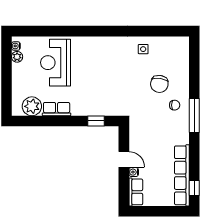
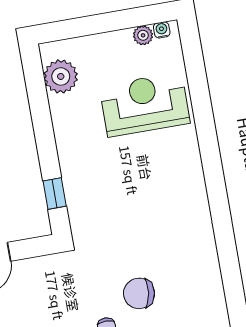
side table: (143, 49) -> (195, 254), removed
row of seats: (57, 109) -> (63, 121), removed

